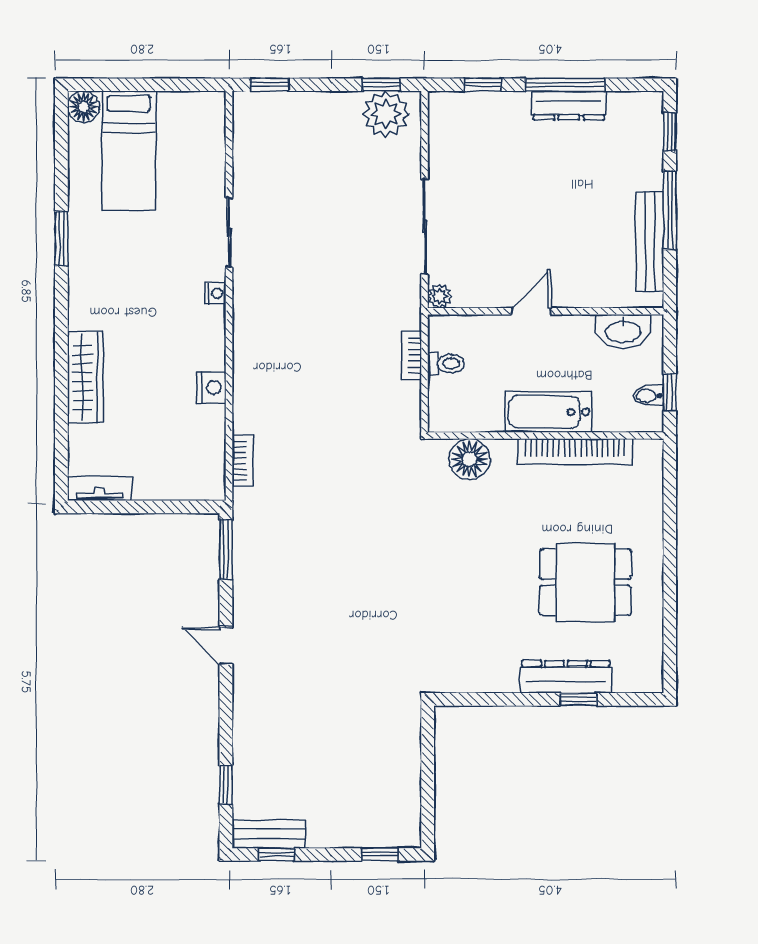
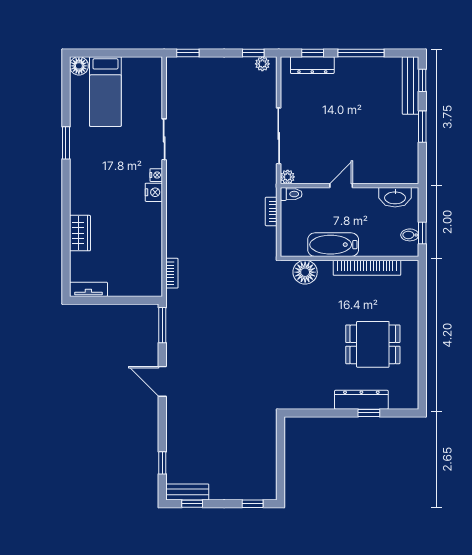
dresser: (569, 105) -> (312, 65), moved
plant: (386, 114) -> (262, 64), width x0.53, depth x0.53
window: (670, 211) -> (422, 127), width x0.69
bench: (650, 242) -> (411, 86), moved
toilet: (446, 363) -> (291, 194), moved
wardrobe: (85, 377) -> (80, 233), width x0.67
nightstand: (211, 388) -> (154, 192), moved
bathtub: (548, 412) -> (333, 245), moved
door: (226, 646) -> (162, 381), width x1.38

